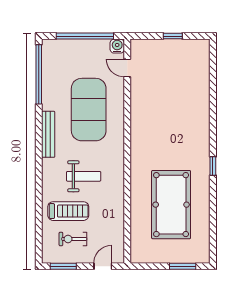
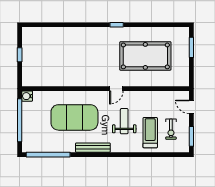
door: (127, 68) -> (116, 89), moved

